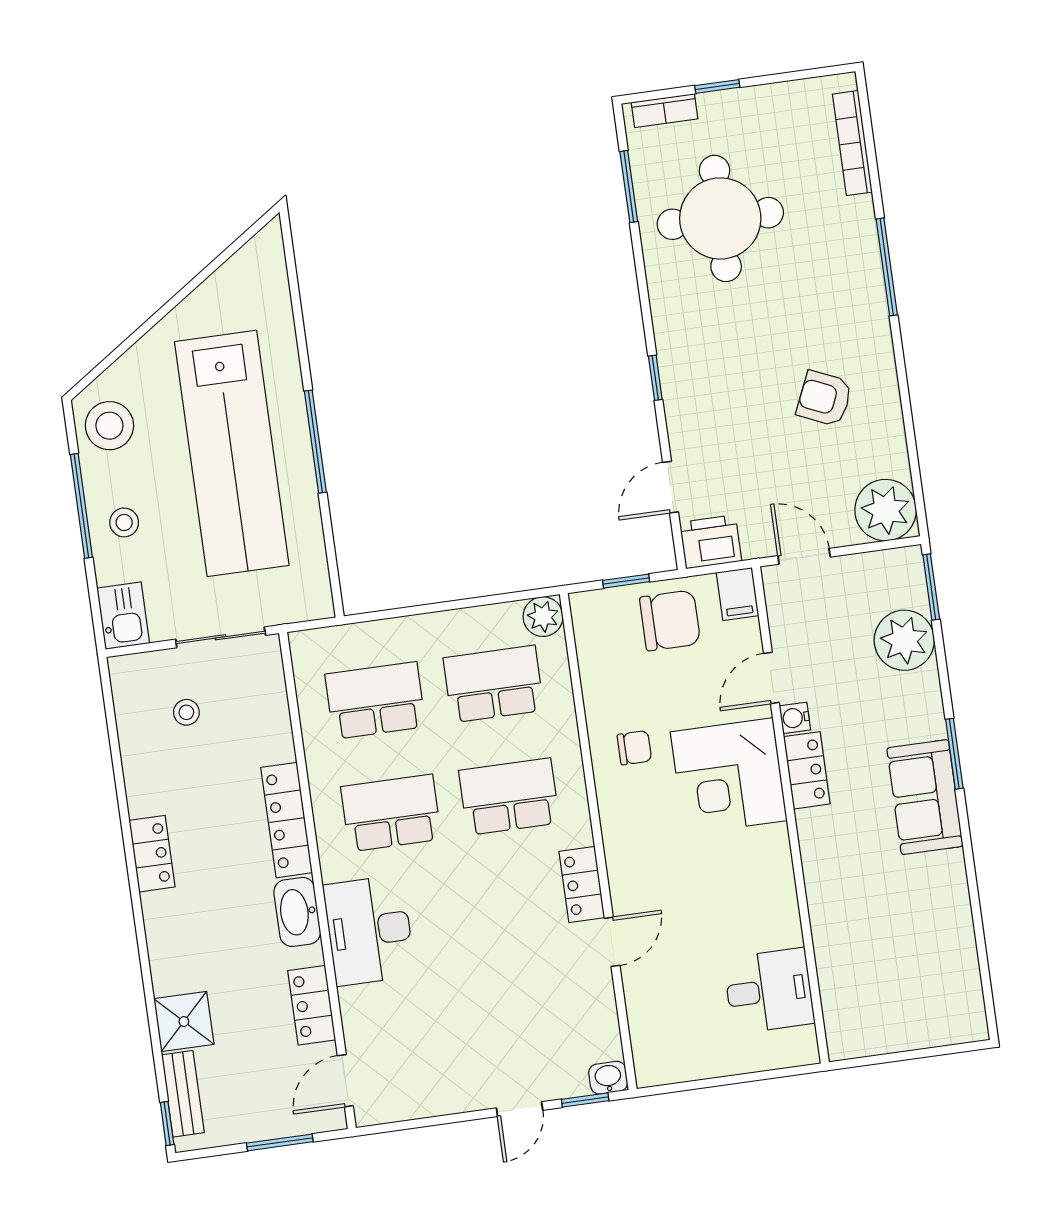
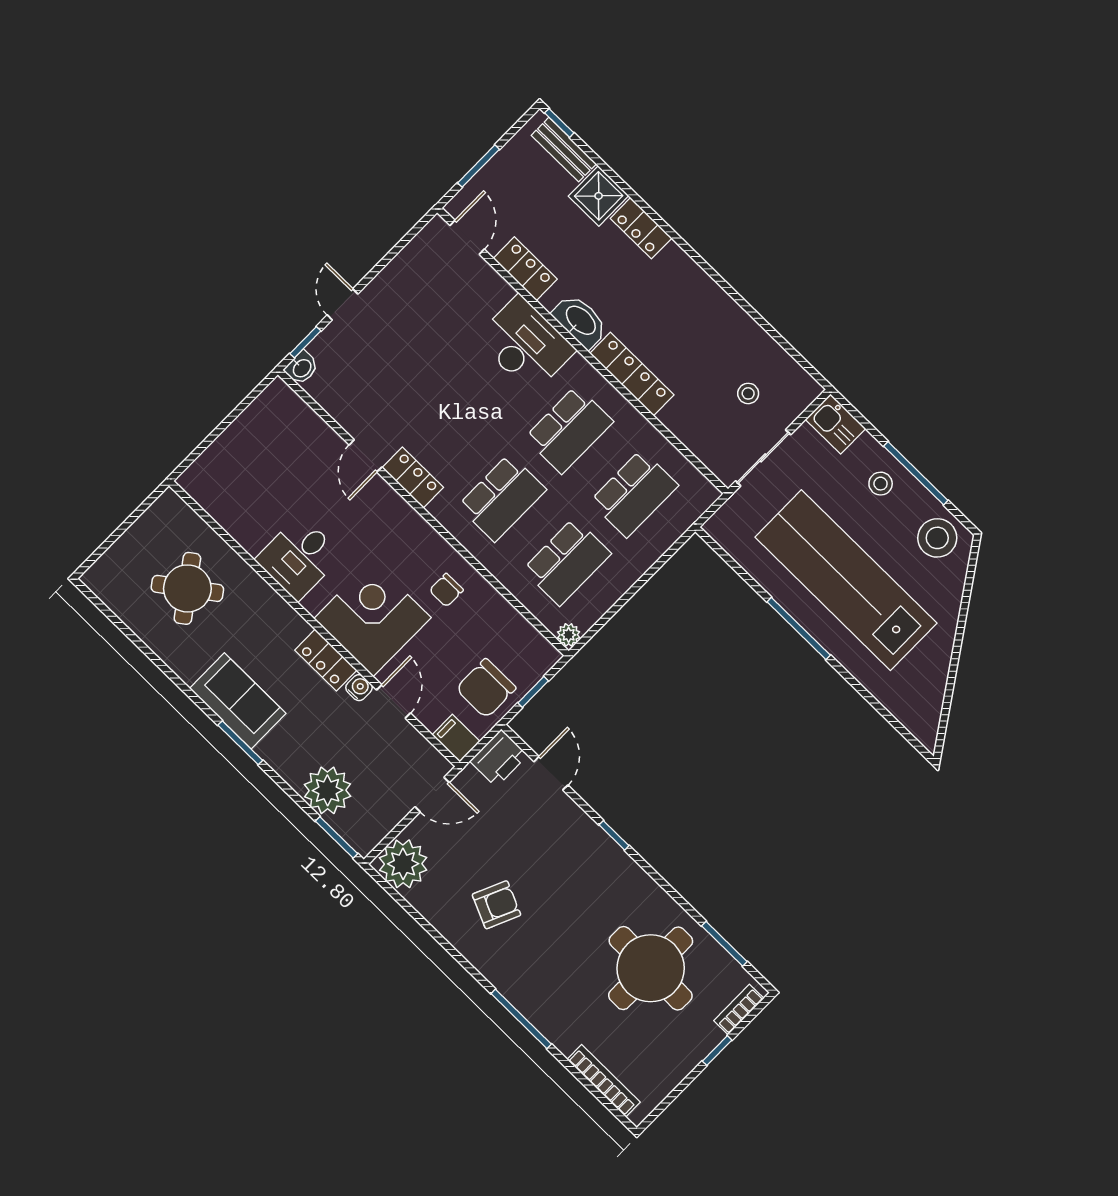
plant: (543, 617) -> (569, 635), width x0.73, depth x0.73
locker: (152, 854) -> (641, 228), moved
round table: (889, 947) -> (187, 588), added
desk: (769, 991) -> (299, 557), moved

